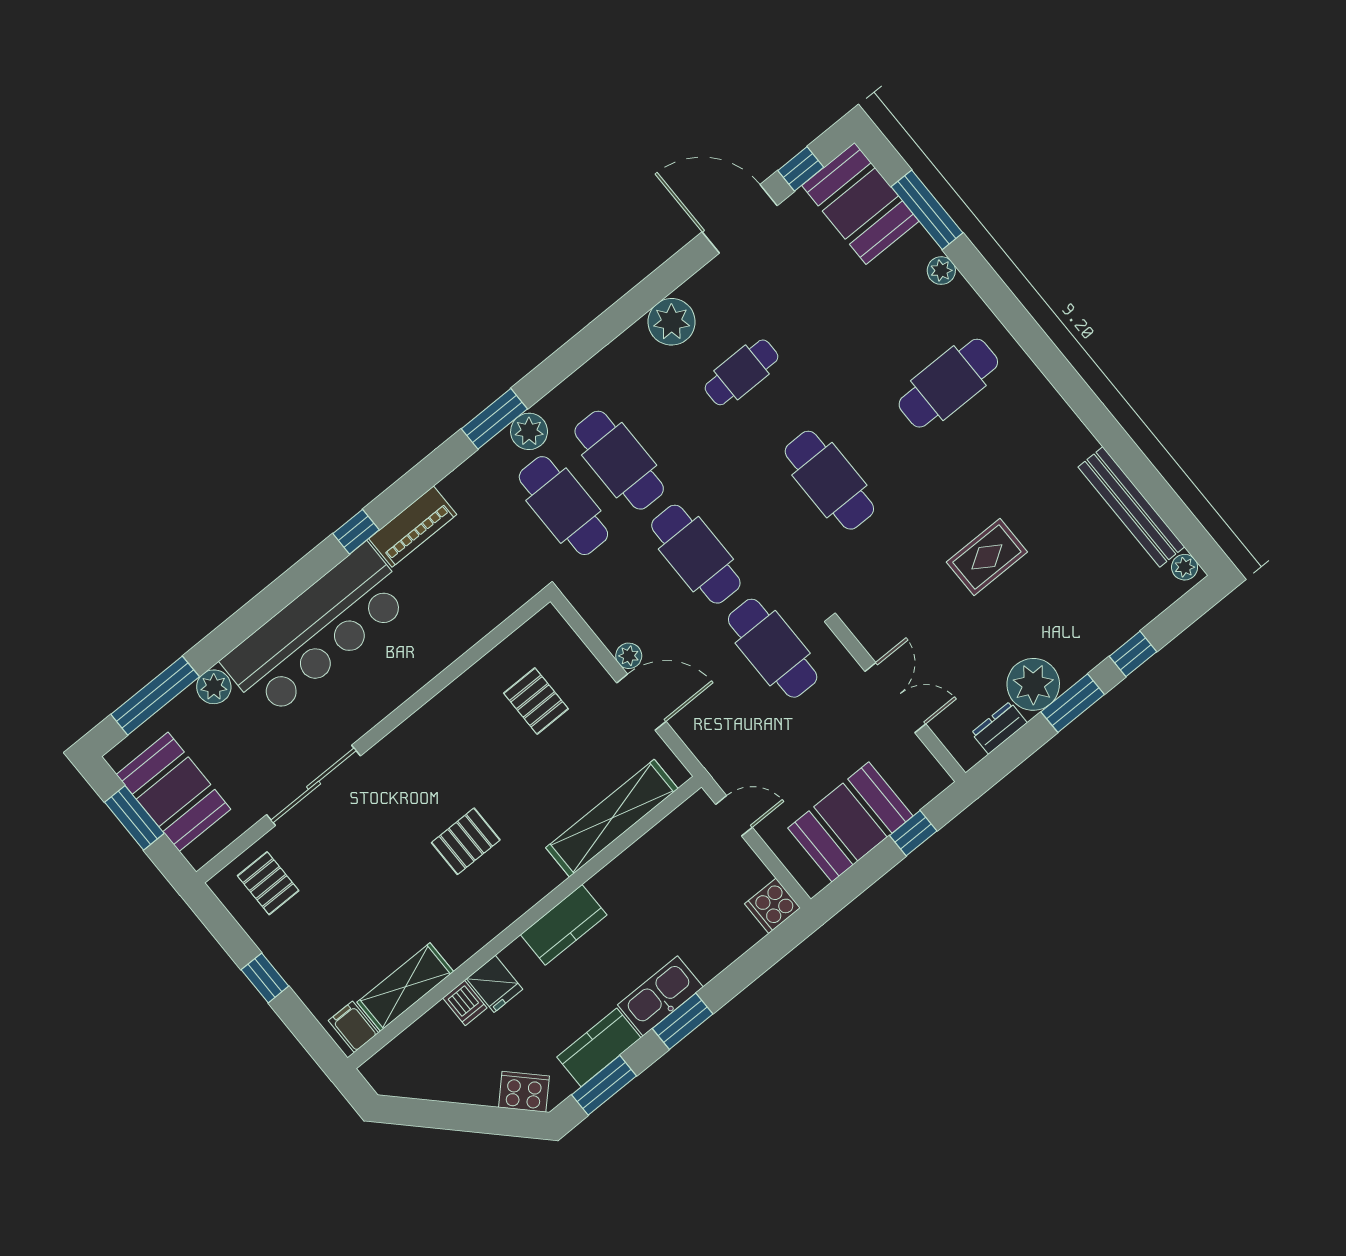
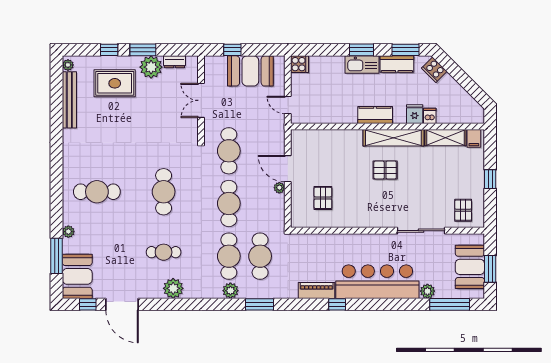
plant: (529, 431) -> (230, 291), moved
rug: (987, 557) -> (115, 83), moved, width x1.36, depth x1.43
shelving: (612, 818) -> (393, 138), moved

